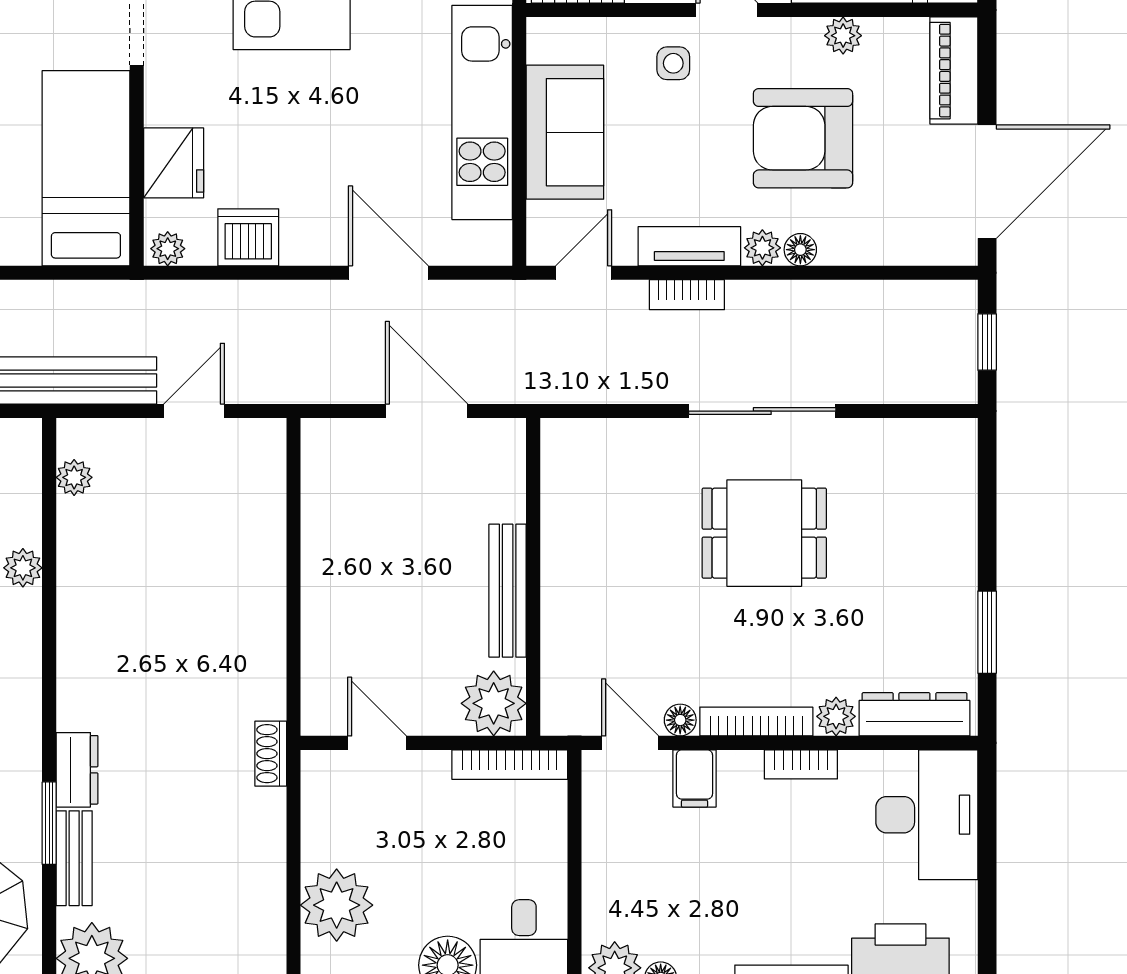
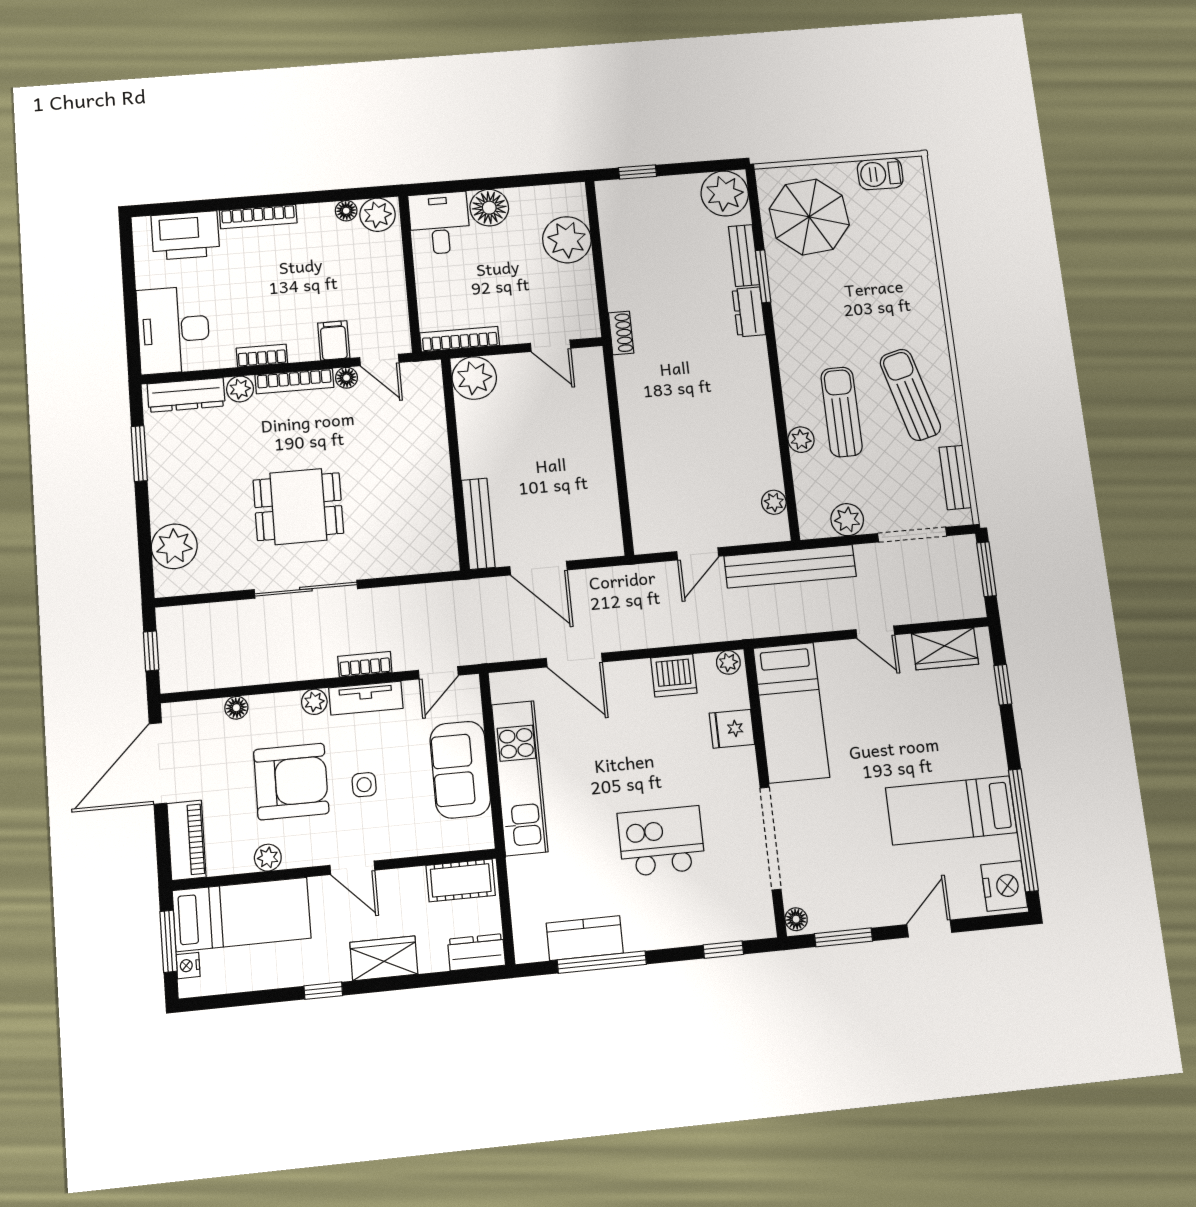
side table: (673, 63) -> (364, 785), moved
fridge: (174, 163) -> (732, 729), width x0.72
floor lamp: (800, 250) -> (236, 708), moved
plant: (945, 491) -> (174, 546), added
bench: (508, 591) -> (478, 524), moved

